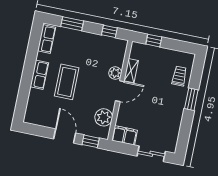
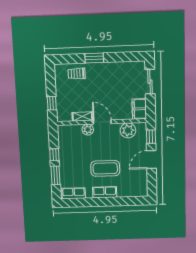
window: (109, 31) -> (54, 155), moved

